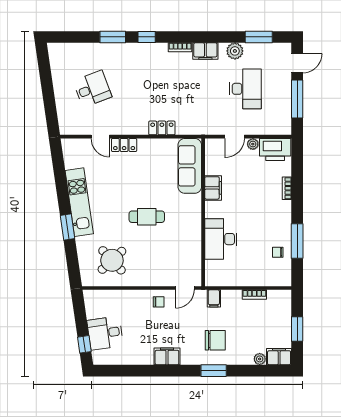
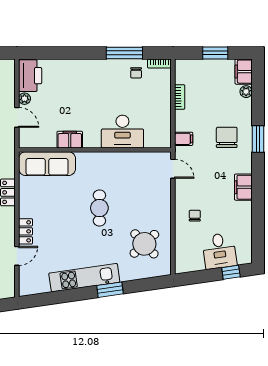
bookcase: (287, 188) -> (159, 64), moved
chair: (159, 302) -> (195, 216), moved

